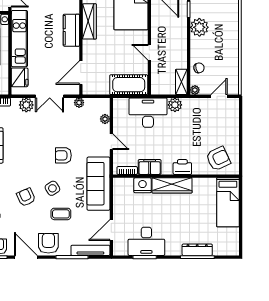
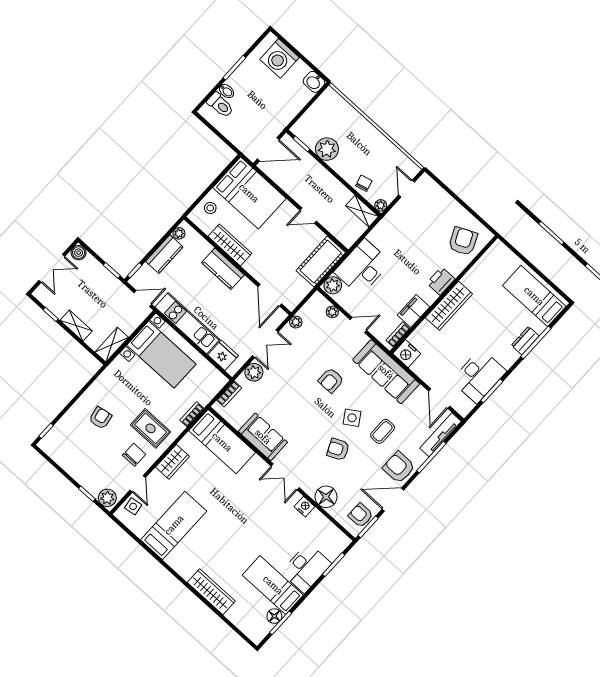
plant: (175, 105) -> (333, 285), moved
nightstand: (142, 185) -> (407, 354), moved, turned -90
bed: (228, 202) -> (534, 296), moved, turned 180
dresser: (197, 250) -> (525, 341), width x0.70

